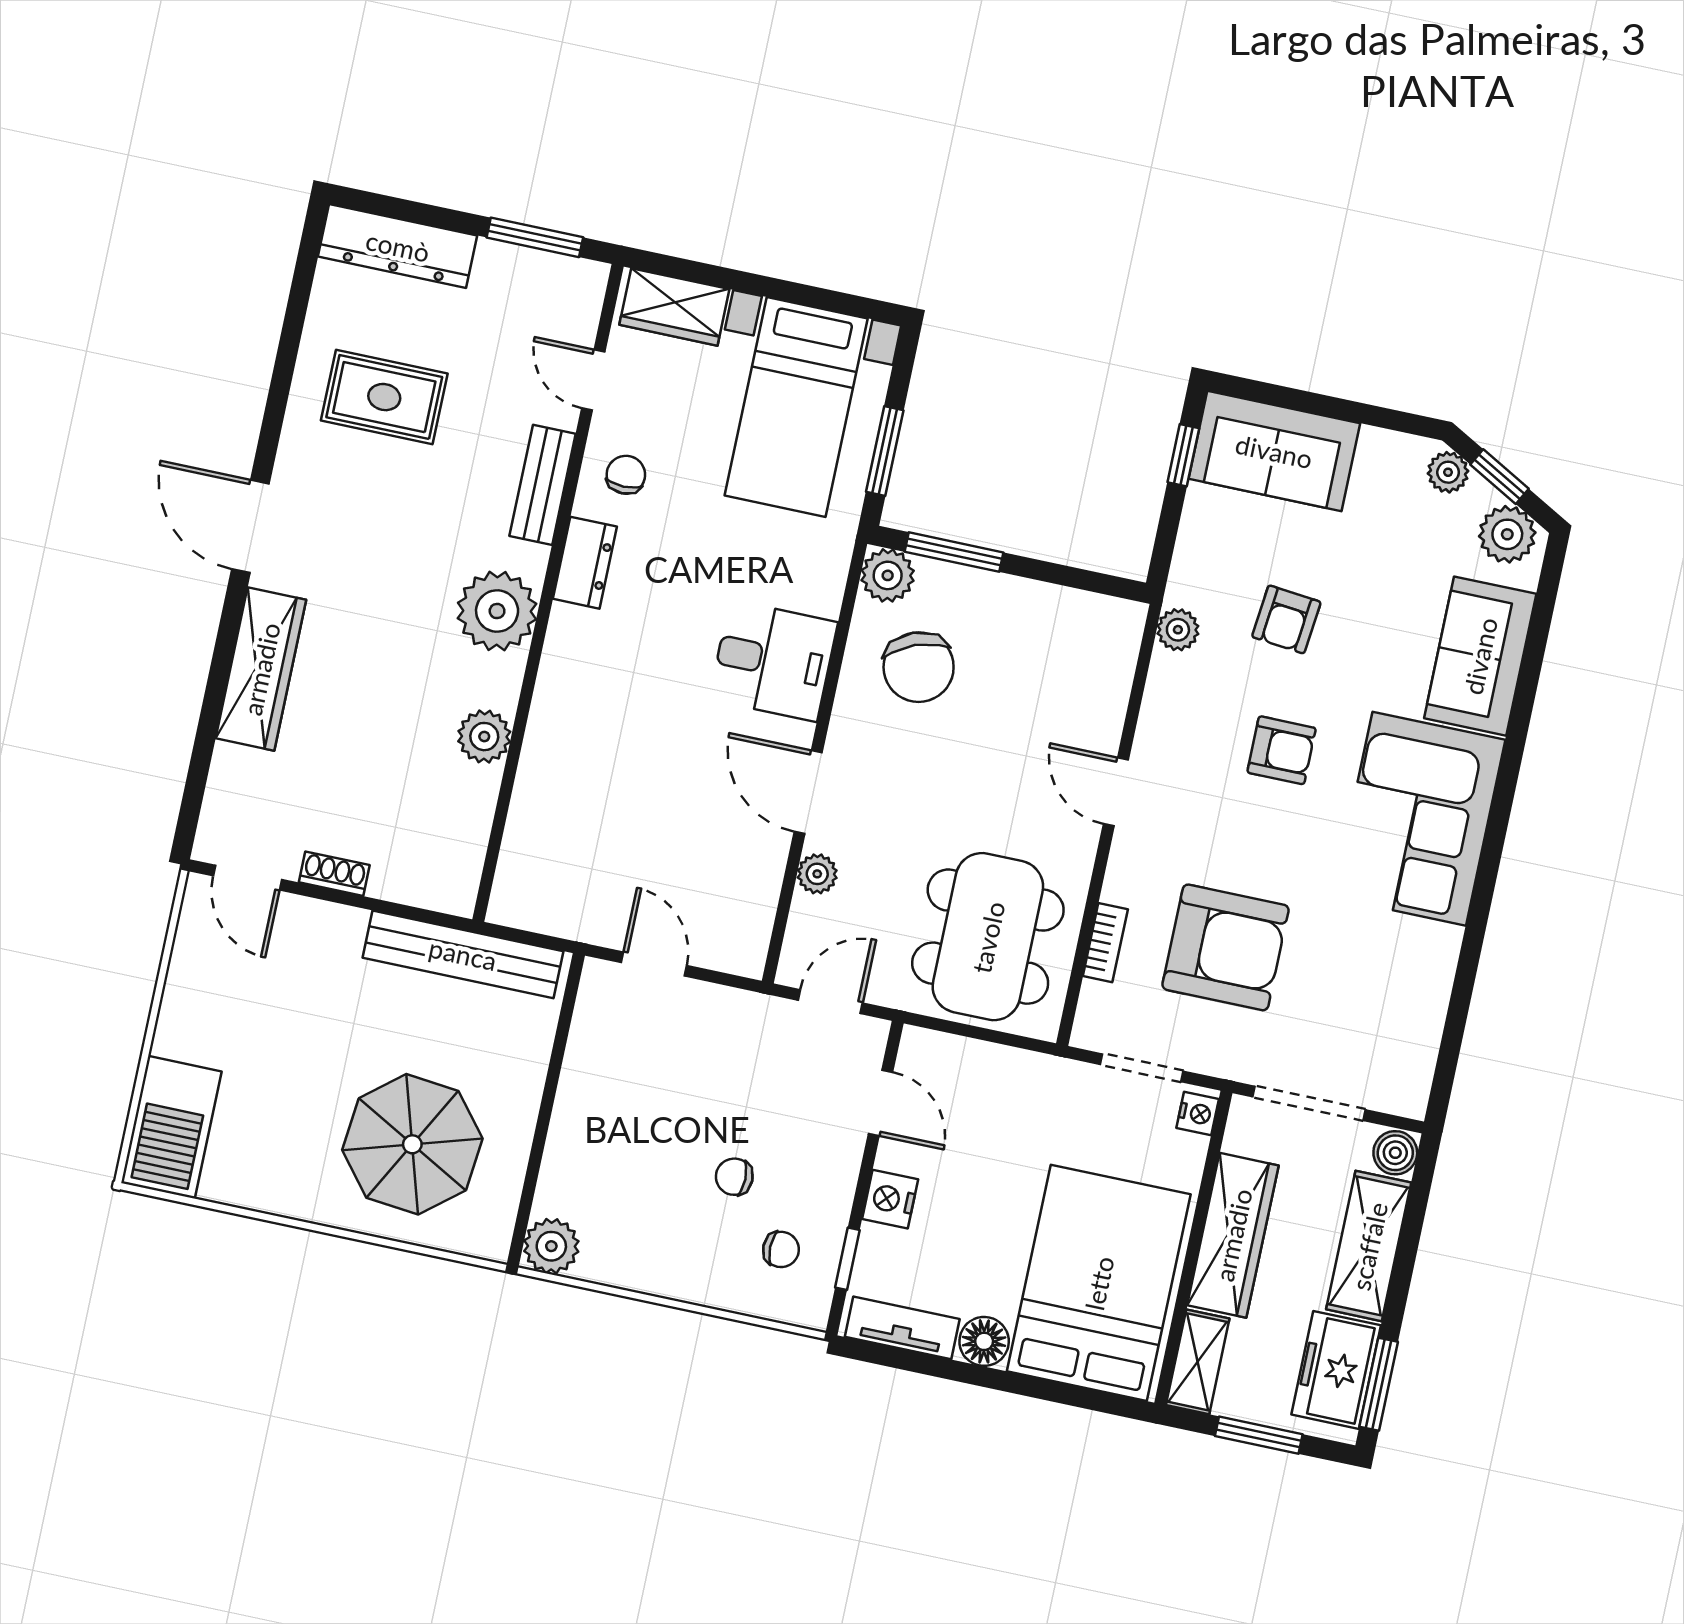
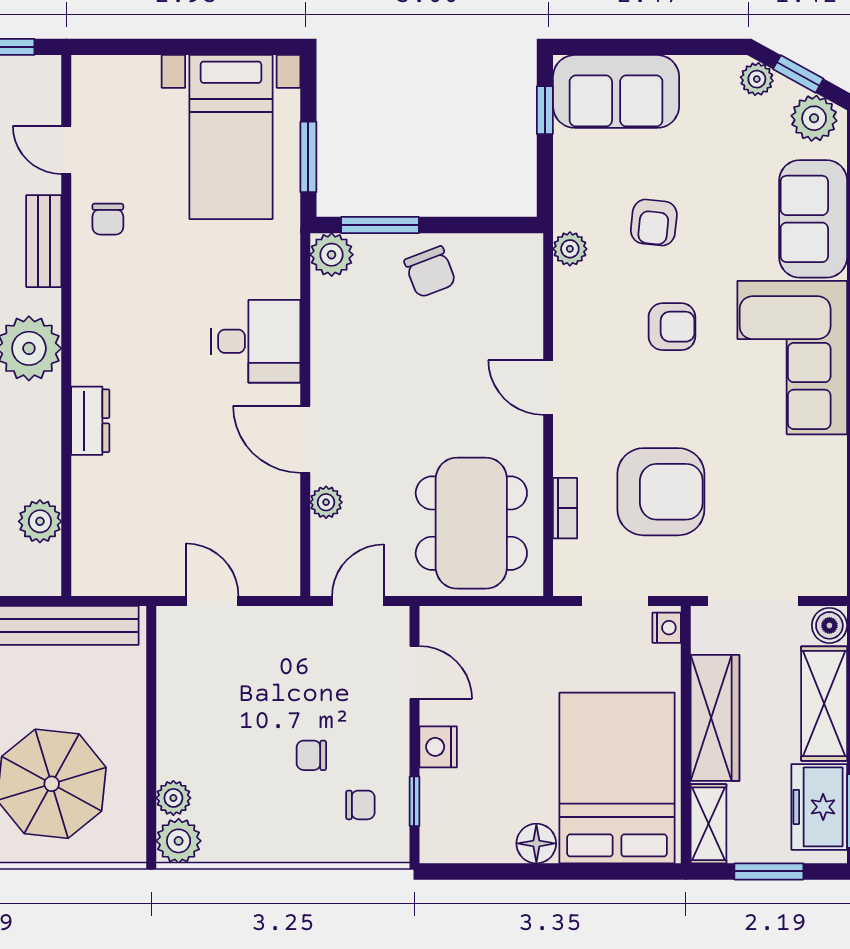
wardrobe: (674, 307) -> (118, 78), removed
chair: (626, 475) -> (108, 219), turned 180
dresser: (585, 563) -> (90, 421), moved
chair: (919, 667) -> (430, 272), moved, width x0.73, depth x0.73
plant: (484, 737) -> (40, 521), moved
plant: (556, 1193) -> (173, 798), added
tv unit: (902, 1328) -> (469, 847), removed

